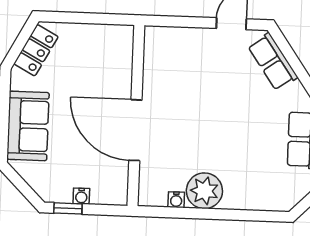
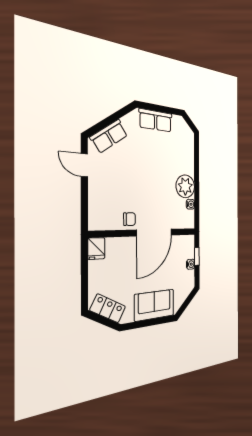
fridge: (120, 36) -> (96, 248), added
chair: (157, 89) -> (129, 219), added
window: (68, 208) -> (197, 256), moved

